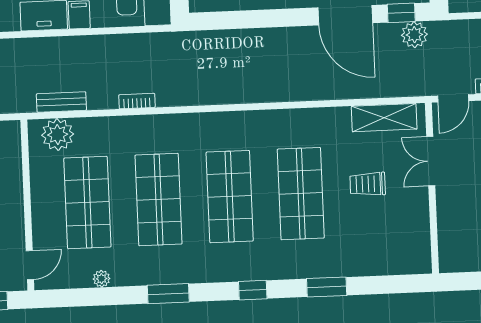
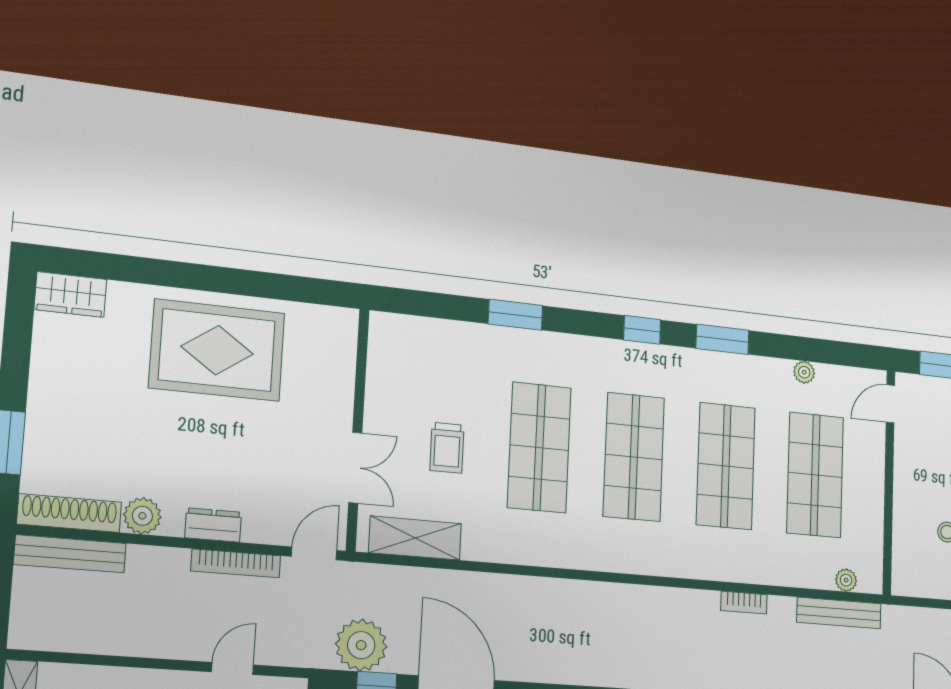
plant: (414, 35) -> (361, 645), width x1.36, depth x1.36
bench: (61, 102) -> (839, 613), width x1.36
plant: (58, 135) -> (846, 580), width x0.53, depth x0.53
trolley: (368, 184) -> (447, 448), turned 90
window: (253, 290) -> (642, 330), moved

